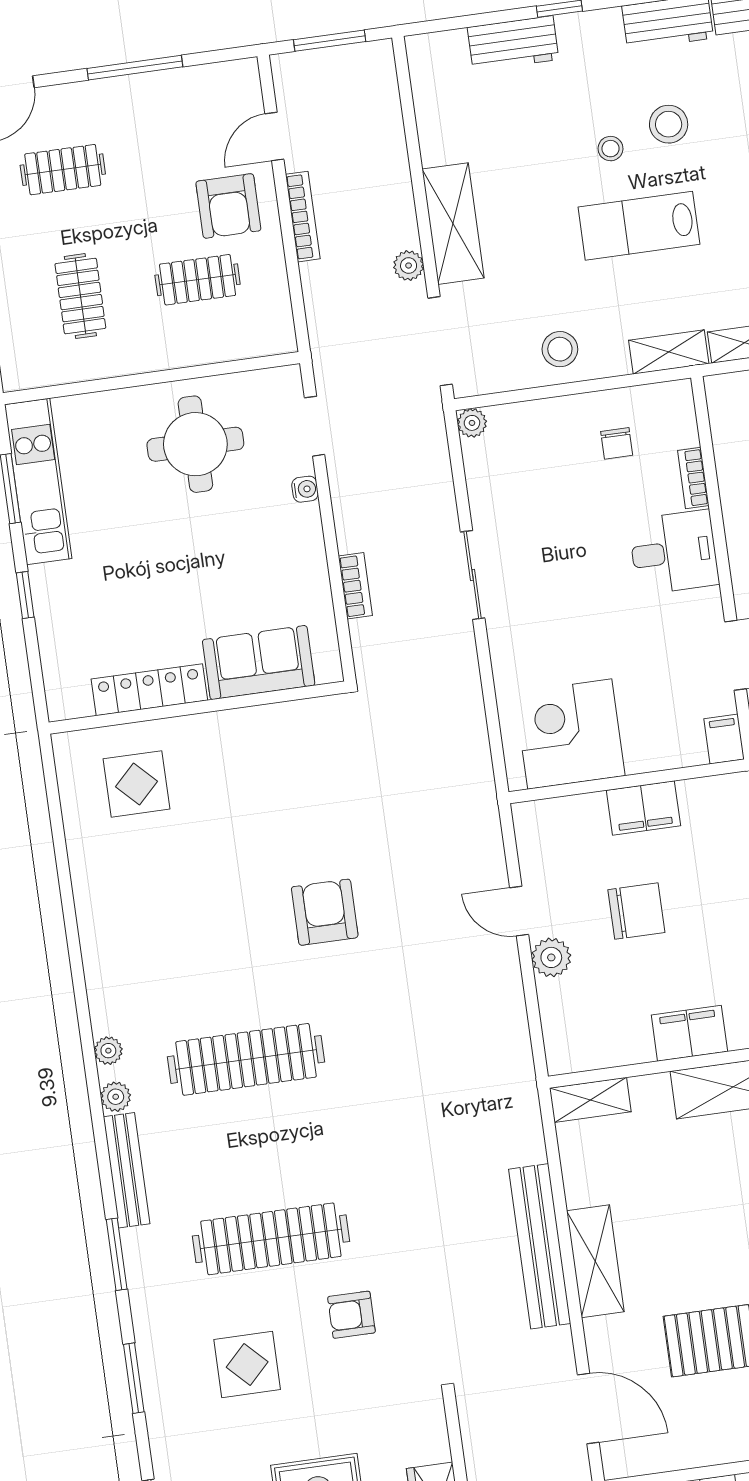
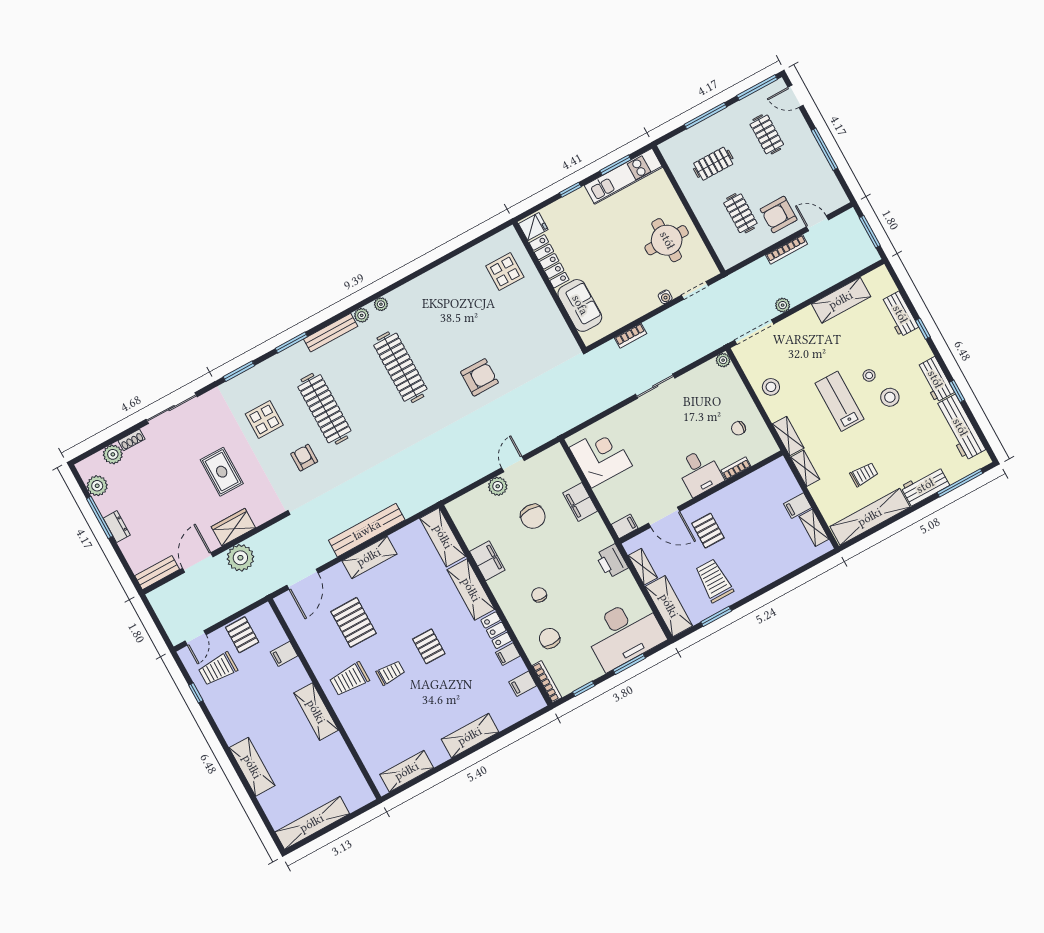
shelving: (453, 224) -> (841, 300), moved
fridge: (70, 695) -> (533, 227), added
shelving: (590, 1100) -> (443, 537), width x1.50, depth x1.33

